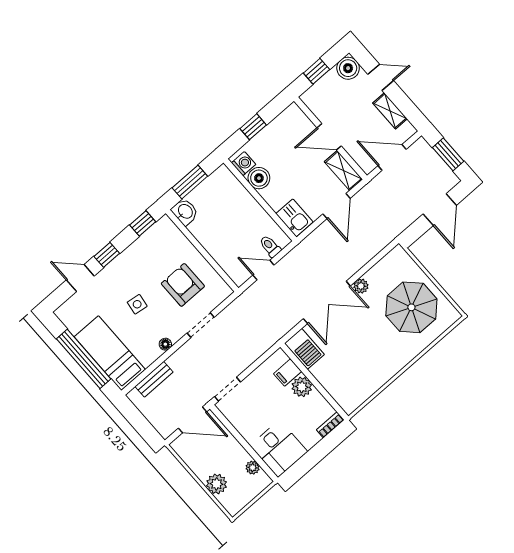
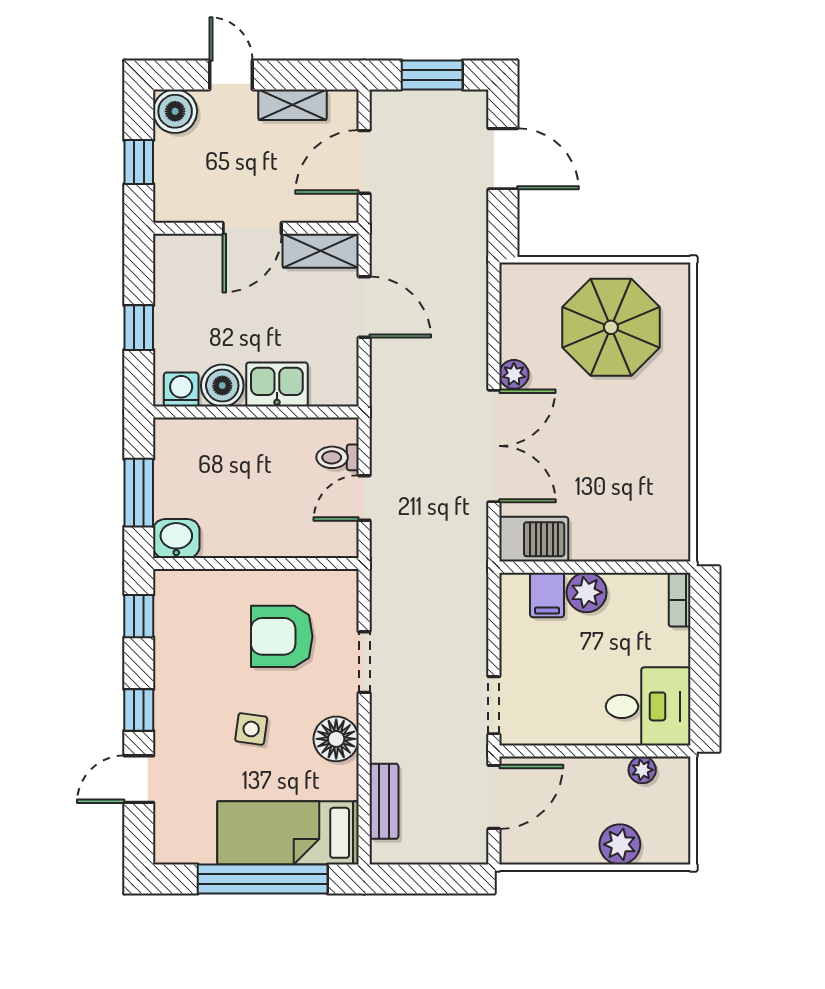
door: (381, 77) -> (231, 75), hinge flipped
kitchen sink: (294, 218) -> (277, 384), moved
floor lamp: (165, 344) -> (336, 739), width x1.89, depth x1.89

